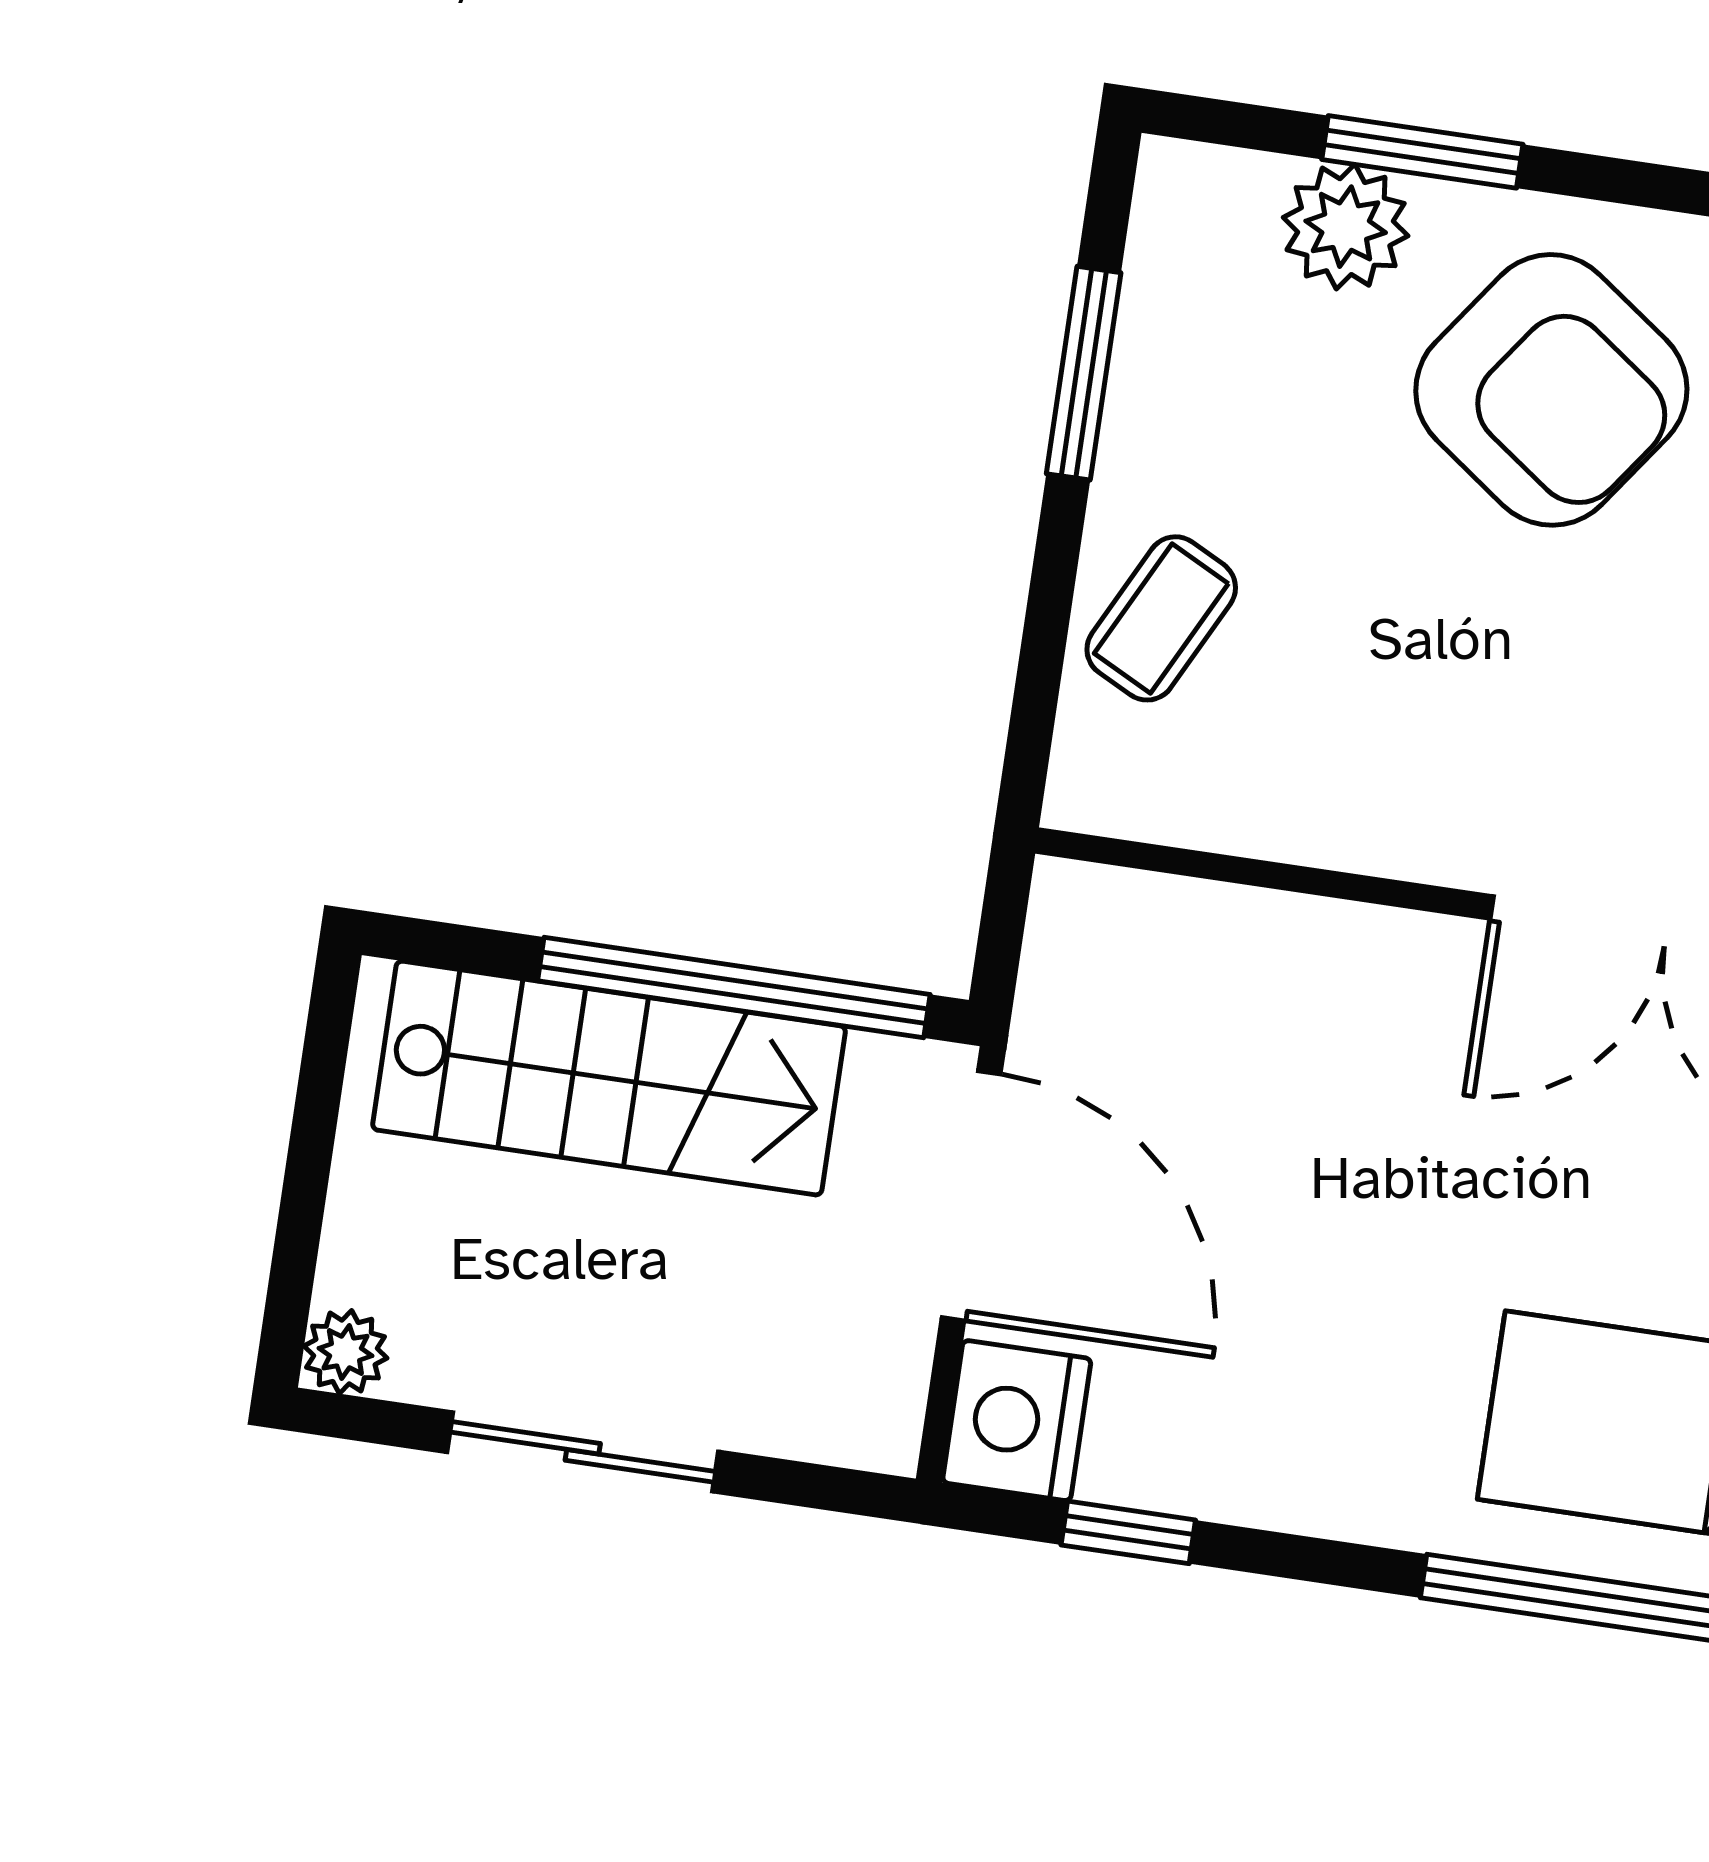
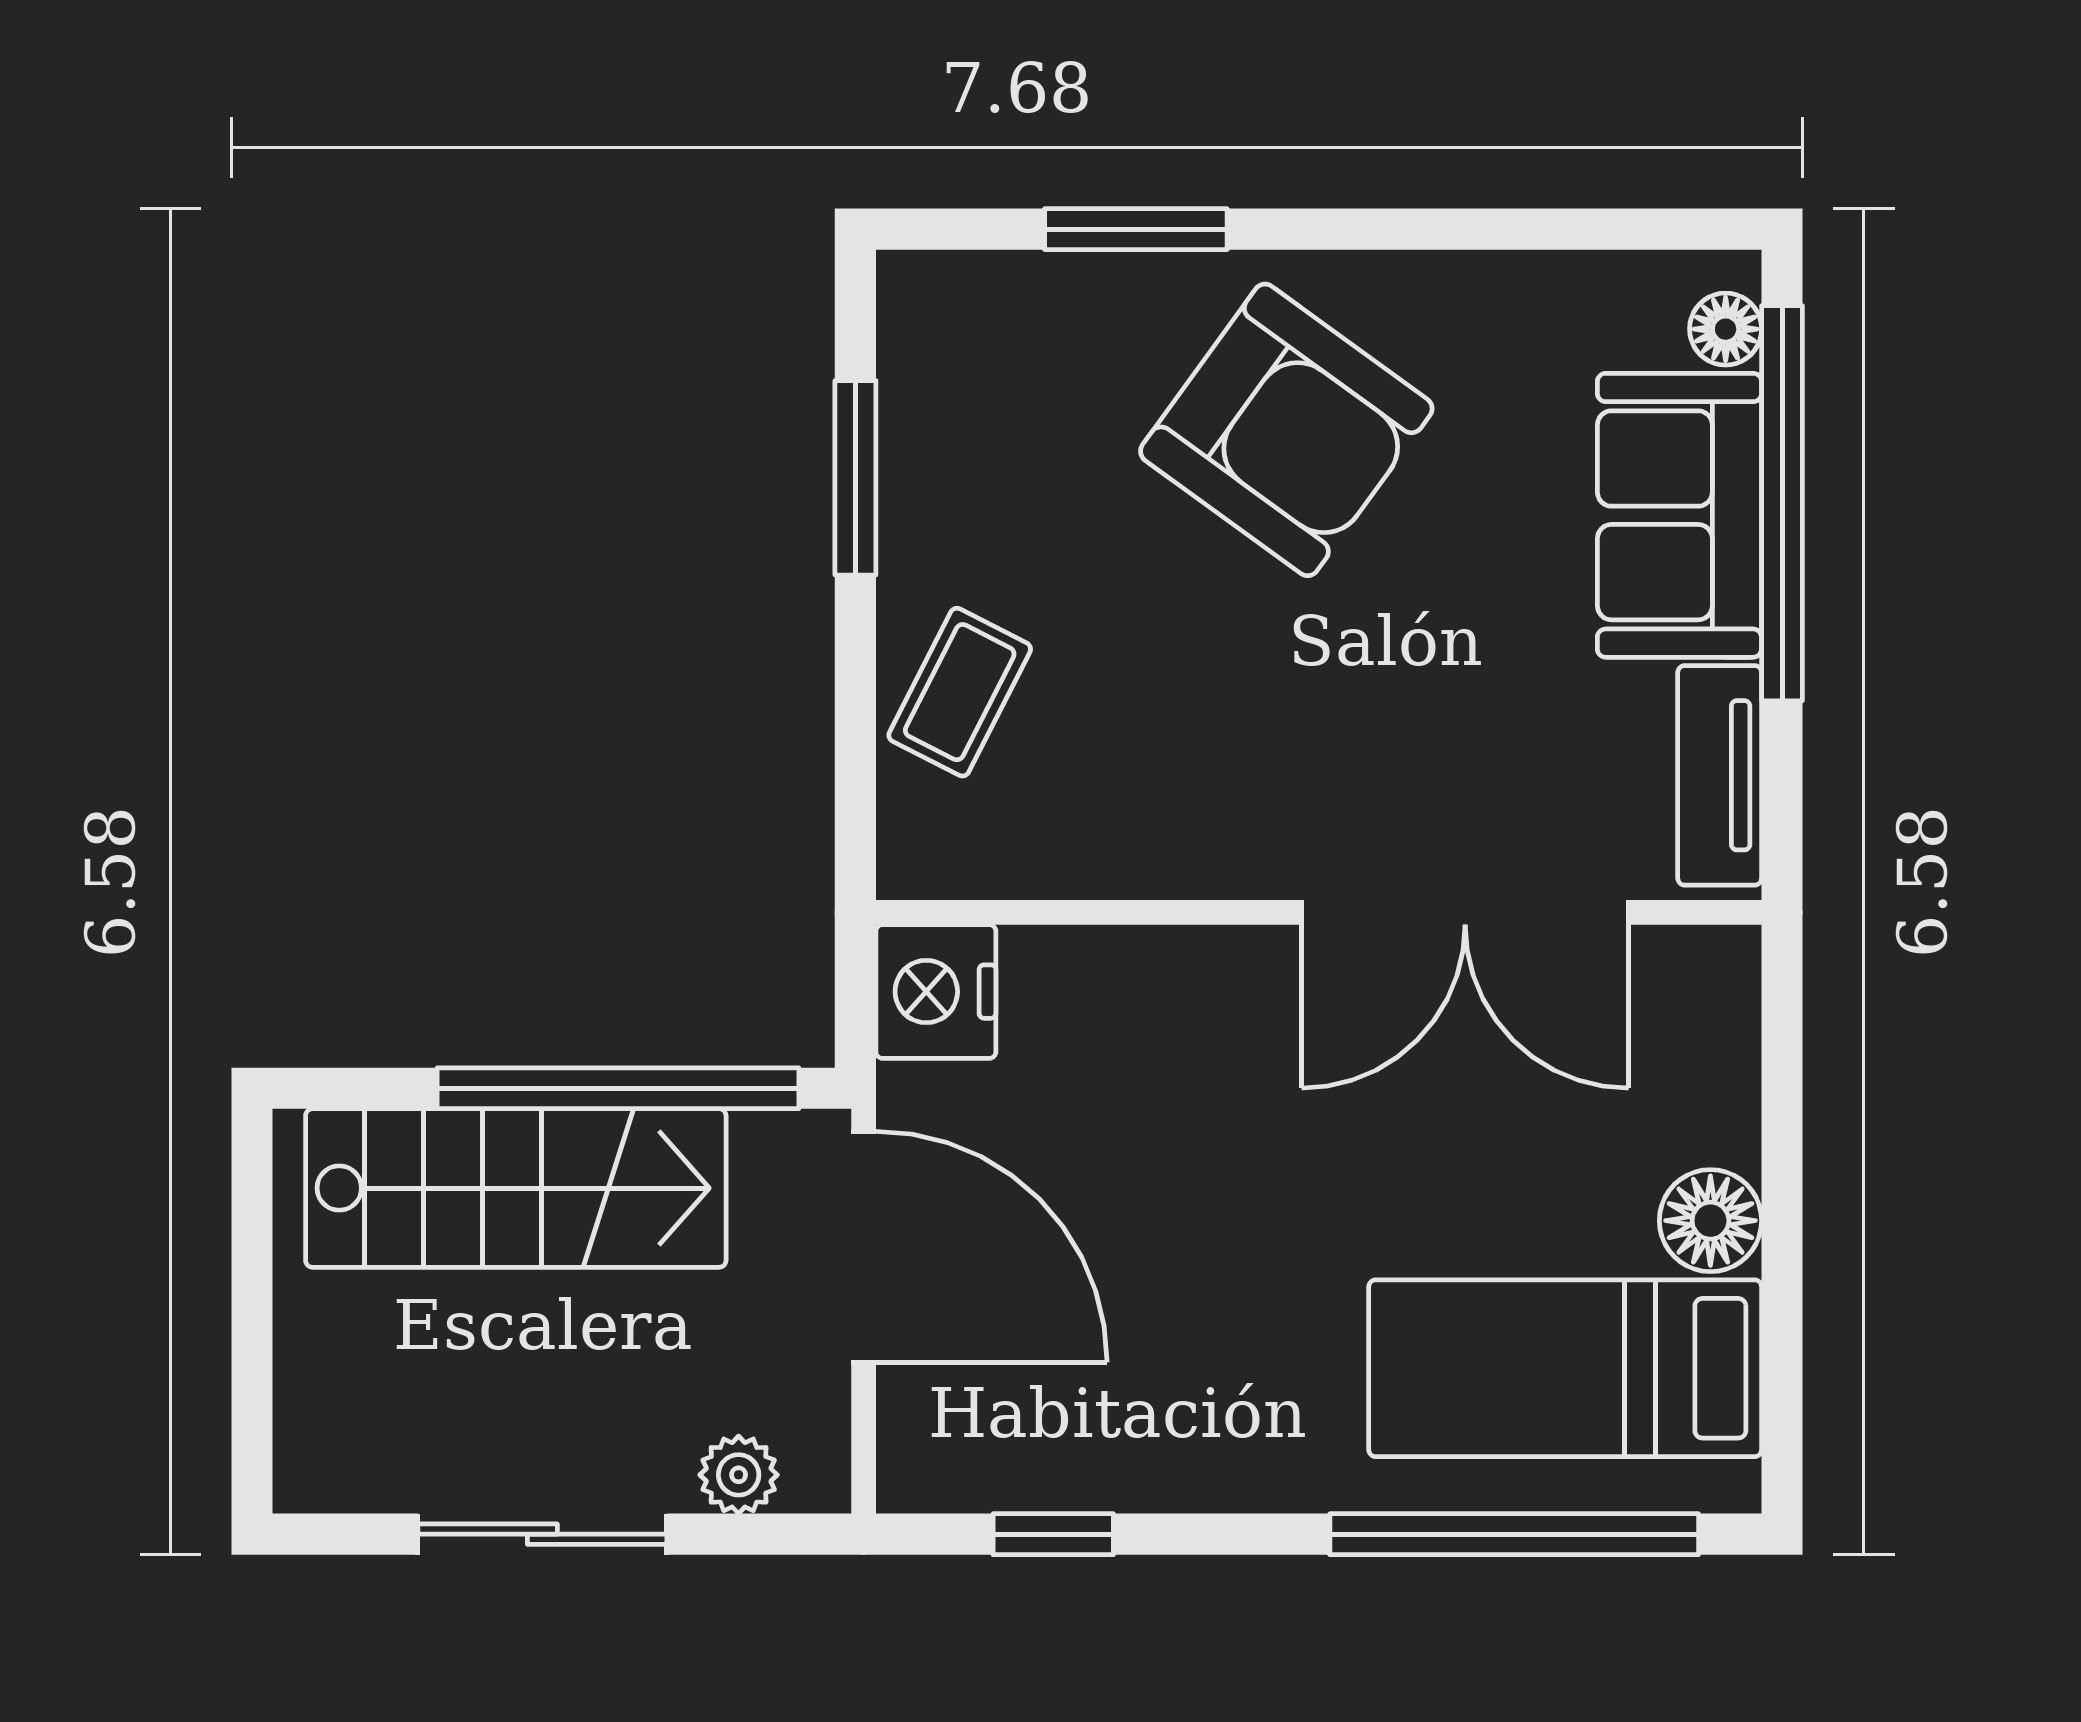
plant: (1346, 227) -> (1076, 308), removed
plant: (345, 1352) -> (739, 1475), moved
nightstand: (1017, 1421) -> (936, 992), moved

